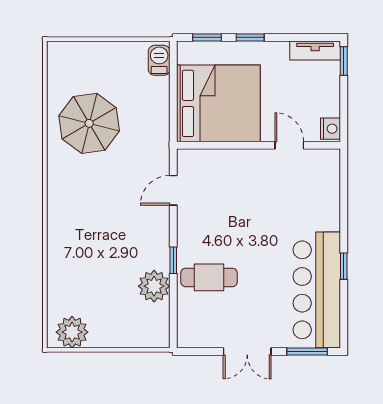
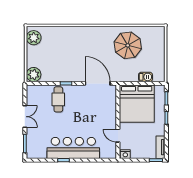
barbecue: (159, 60) -> (146, 77), moved
door: (289, 145) -> (118, 136), swing flipped
door: (173, 190) -> (98, 83), width x1.87
plant: (154, 286) -> (34, 75), moved
bar counter: (317, 290) -> (73, 148), moved
double door: (247, 352) -> (25, 117), swing flipped

